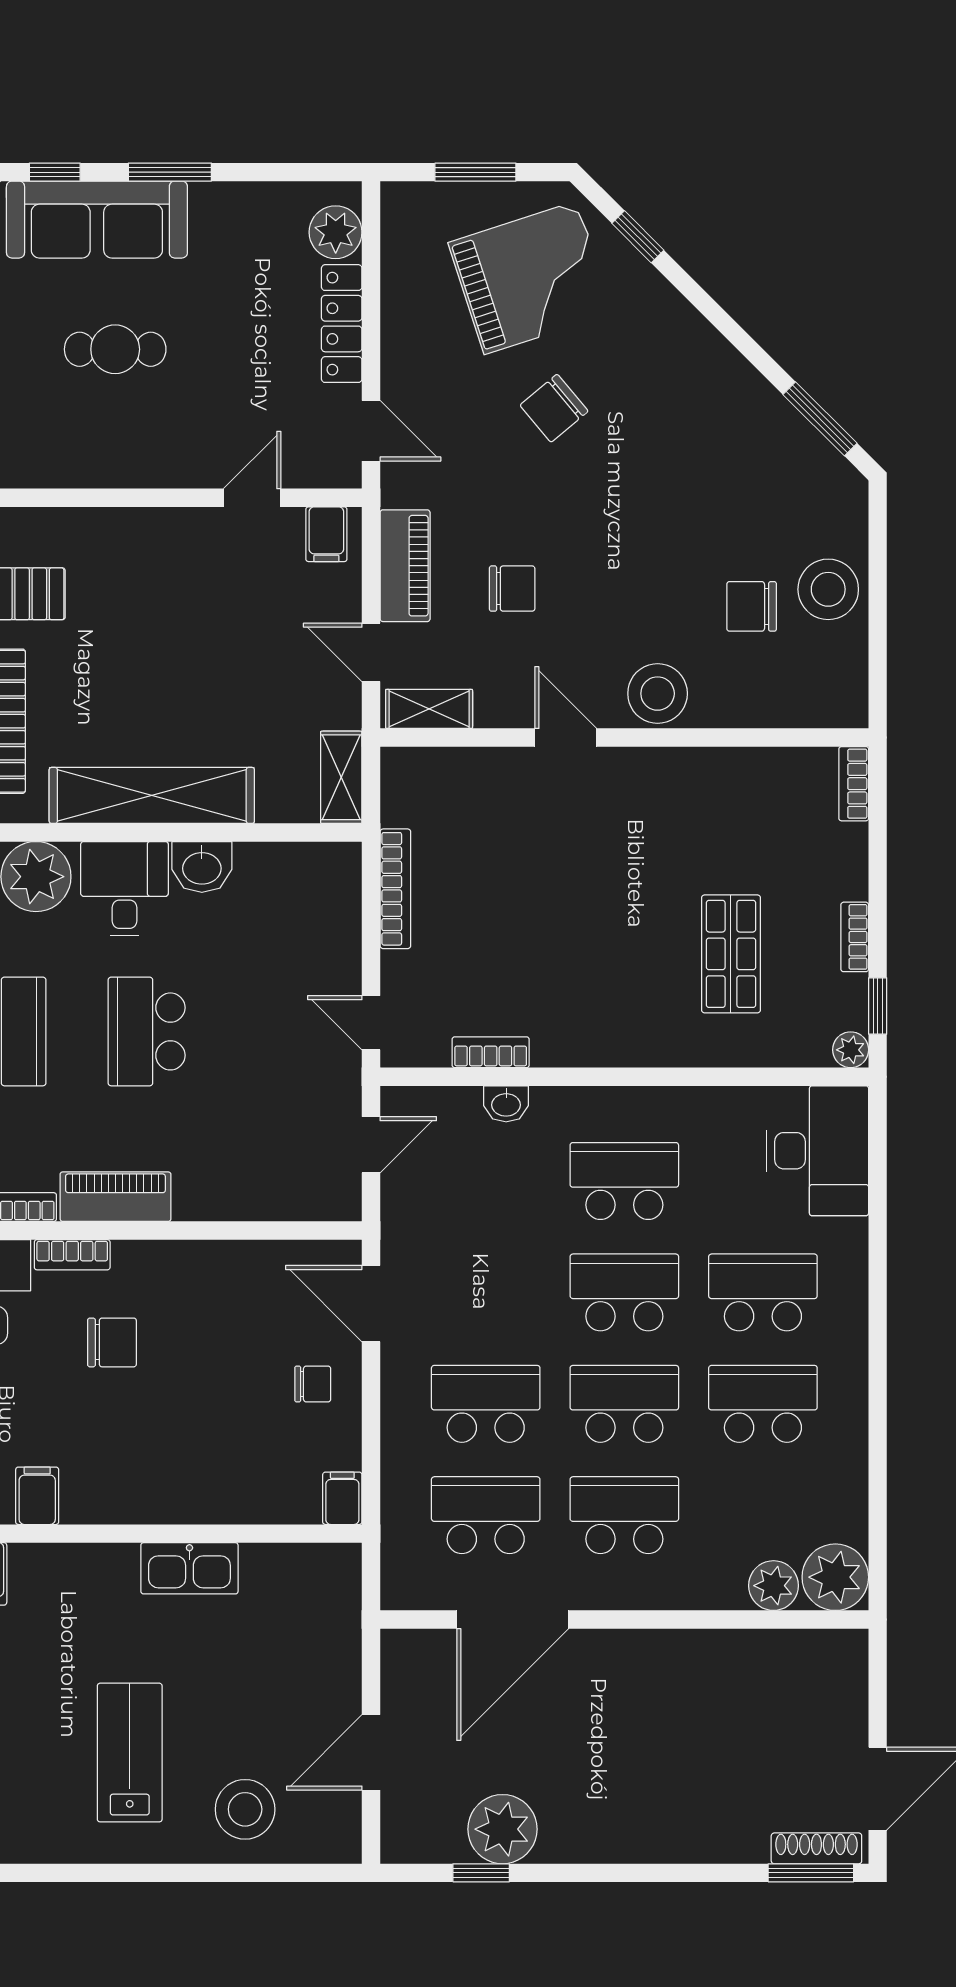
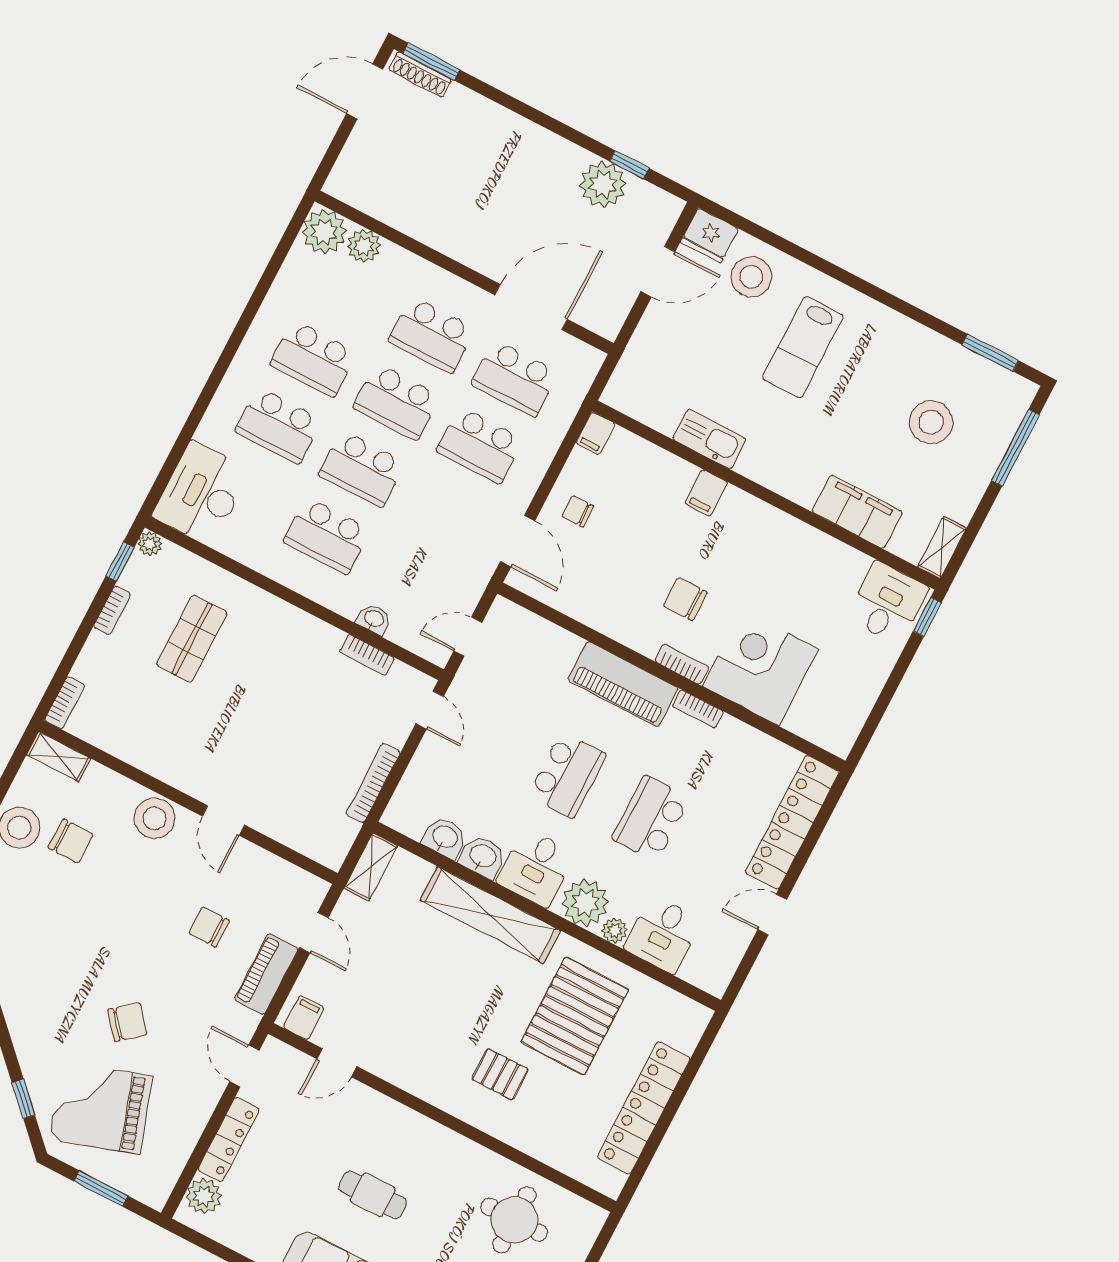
shelving: (429, 709) -> (59, 757), moved
washbasin: (264, 866) -> (445, 838), added
piano: (115, 1197) -> (623, 684), width x1.37, depth x1.33
filing cabinet: (37, 1496) -> (706, 493), moved
fridge: (328, 1835) -> (709, 235), added

